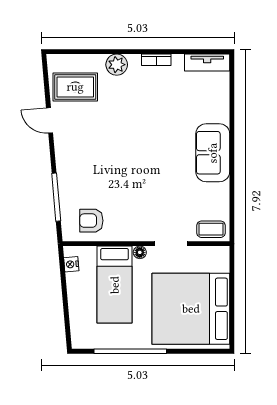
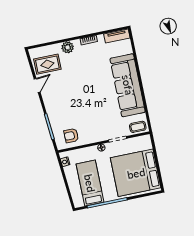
door: (50, 120) -> (37, 85), swing flipped
sofa: (213, 153) -> (128, 85), width x1.85, depth x1.27
bed: (115, 285) -> (90, 183), moved, turned 180

